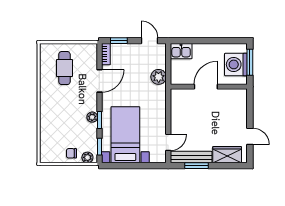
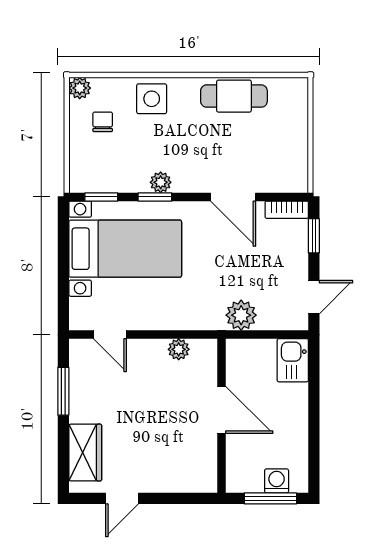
washing machine: (236, 64) -> (277, 481), width x0.53, depth x0.53
cafe table: (64, 68) -> (234, 96), moved
plant: (176, 108) -> (179, 349), added
side table: (51, 122) -> (152, 99), added
chair: (71, 153) -> (103, 122), moved
plant: (87, 157) -> (80, 88), moved
bench: (191, 157) -> (80, 380), removed

